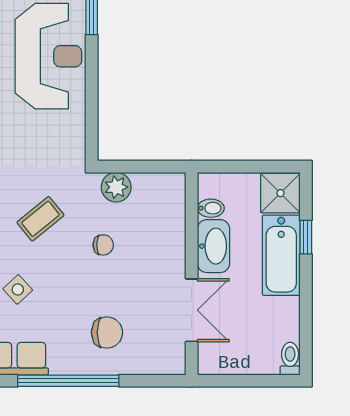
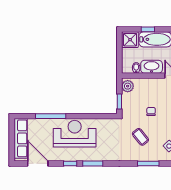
window: (128, 167) -> (119, 101), added
plant: (116, 187) -> (128, 86), moved

